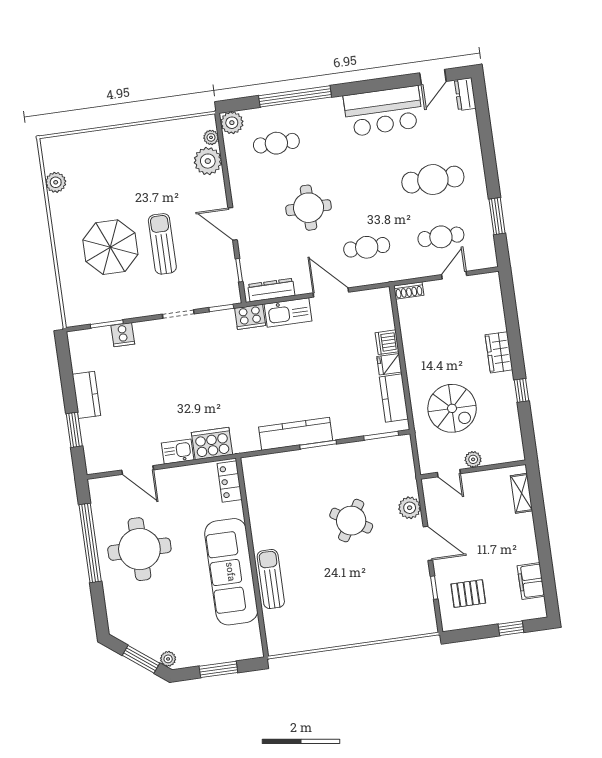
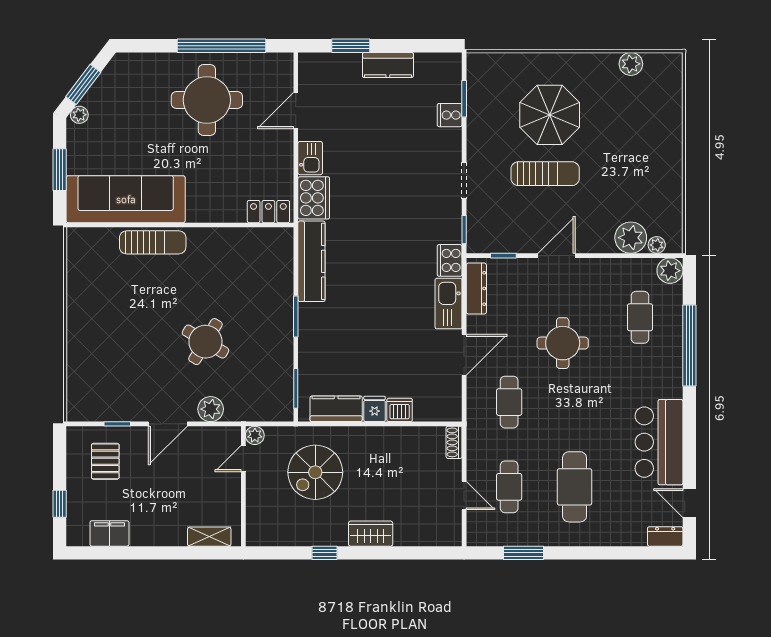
kitchen counter: (296, 434) -> (311, 261), moved
plant: (473, 459) -> (255, 435), moved
sofa: (231, 572) -> (126, 199), moved

